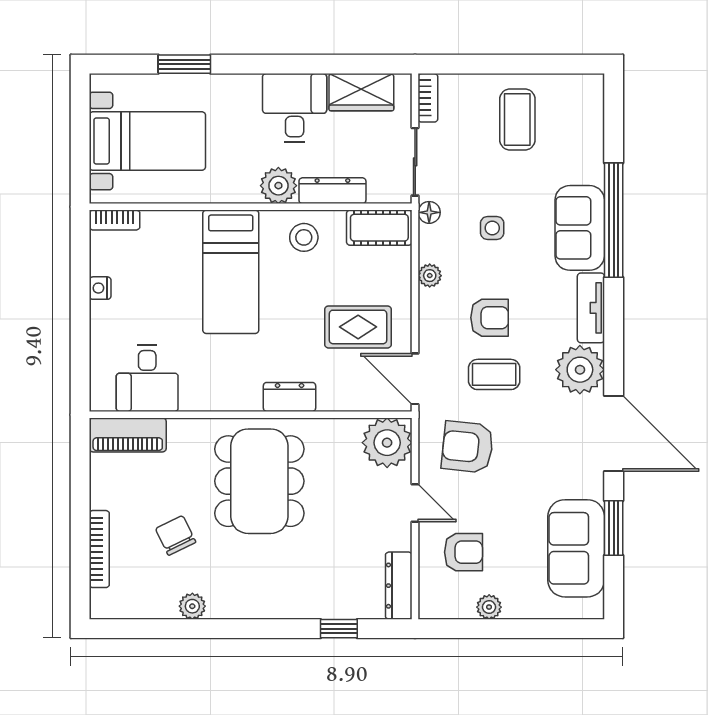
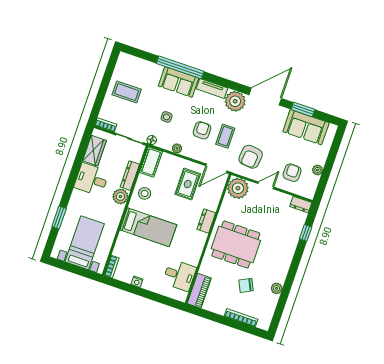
dresser: (399, 586) -> (301, 205), width x0.70

